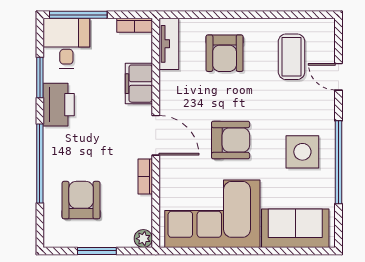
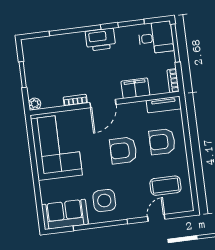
printer: (59, 105) -> (100, 40), moved
armchair: (231, 140) -> (123, 150), moved, turned 90
armchair: (81, 200) -> (55, 60), removed
sofa: (295, 228) -> (65, 214), moved, turned -90

